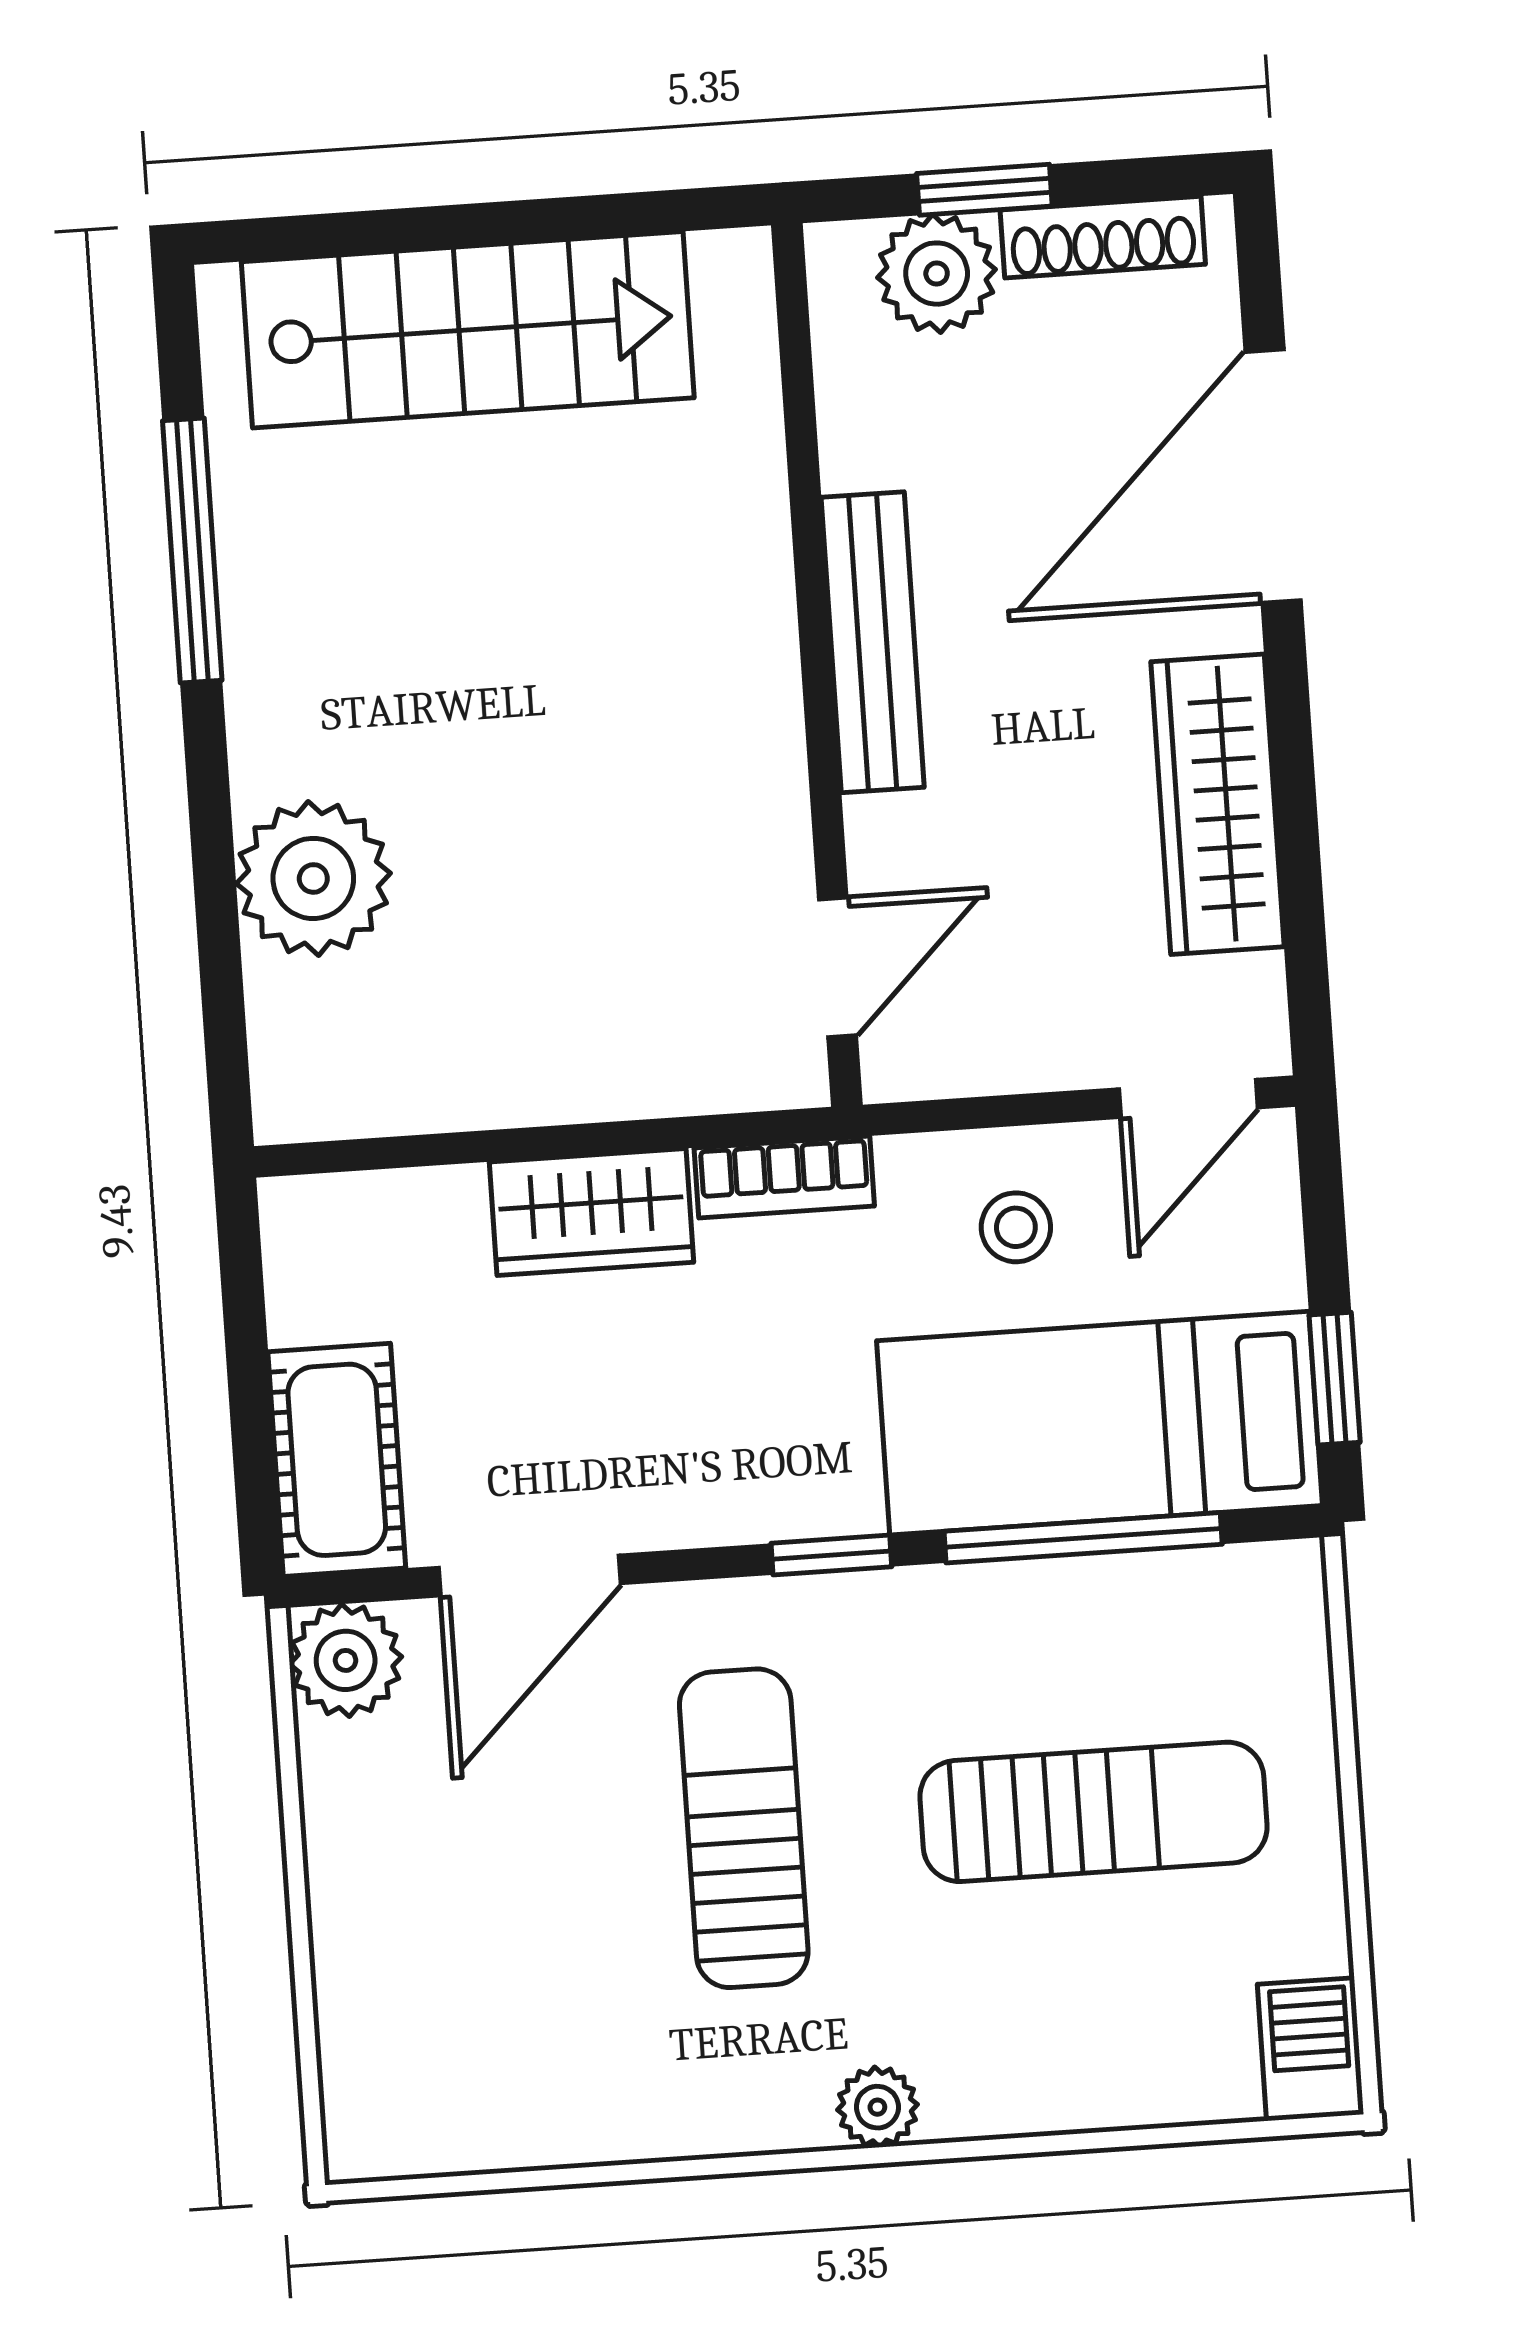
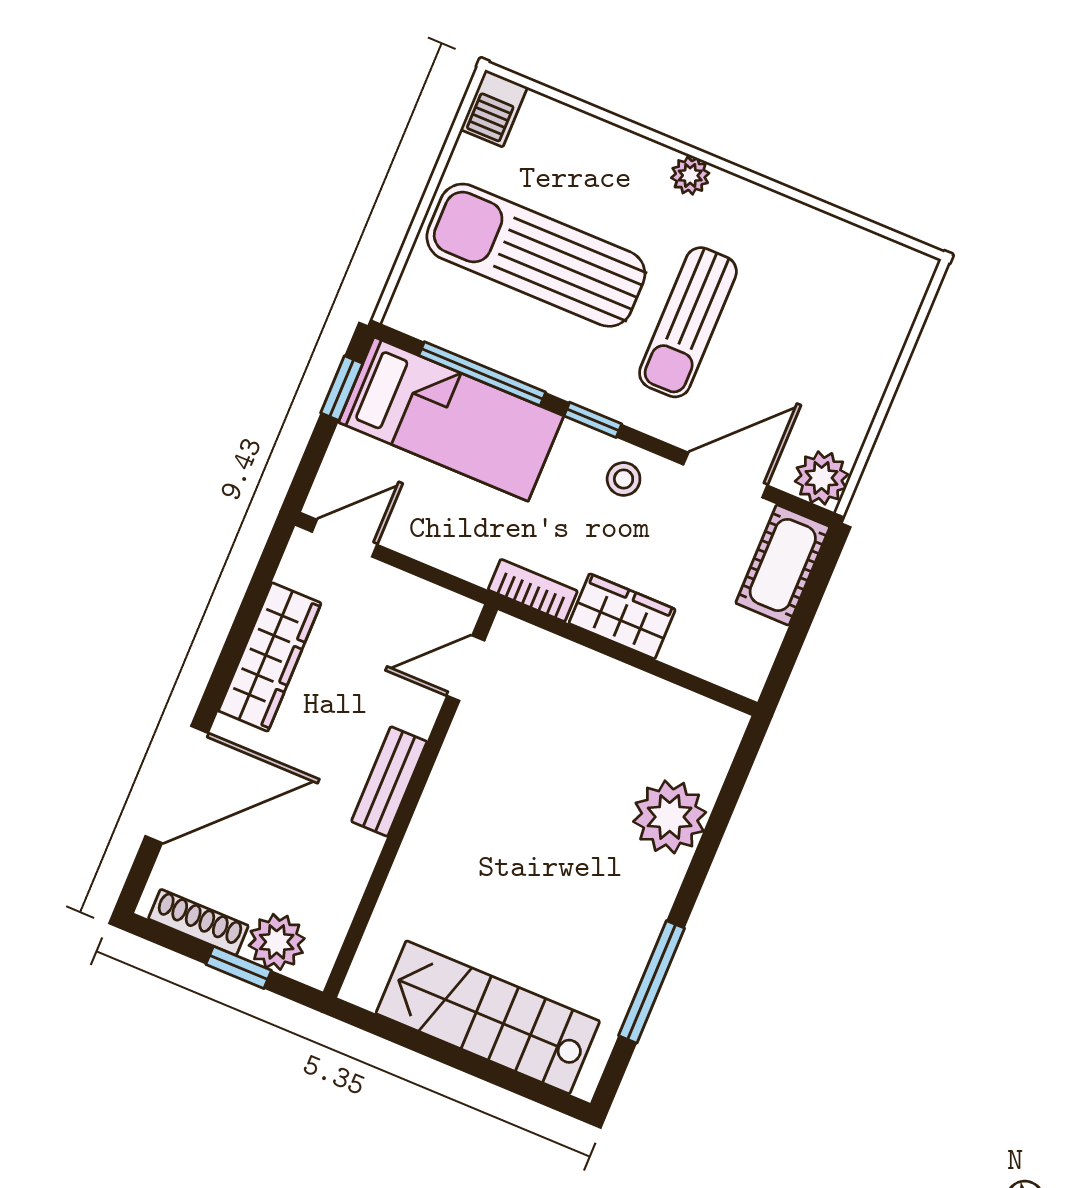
bench: (873, 642) -> (389, 781), width x0.73
stool: (1016, 1227) -> (624, 479), moved
sun lounger: (1093, 1812) -> (536, 255), width x1.36, depth x1.34

